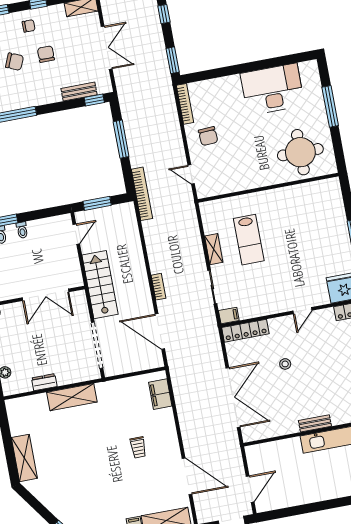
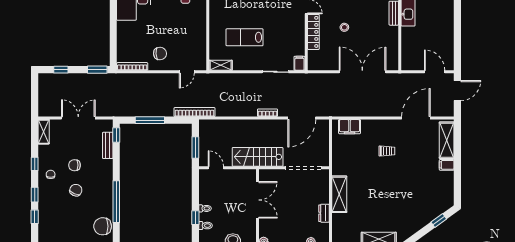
lab bench: (249, 240) -> (245, 37), turned 180
shelving: (214, 249) -> (221, 65), moved
locker: (245, 331) -> (313, 32), moved

